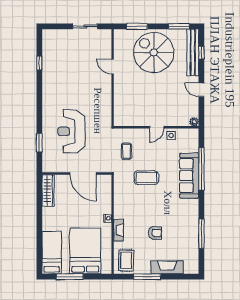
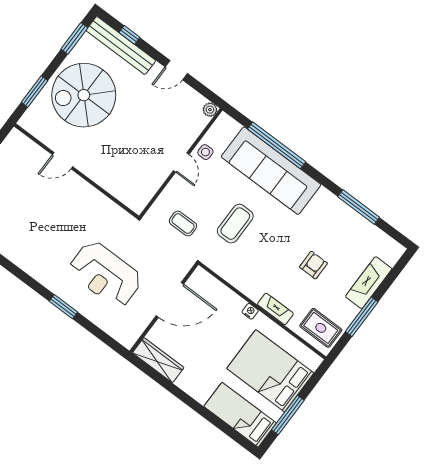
window: (39, 143) -> (63, 307), moved
sofa: (189, 176) -> (271, 171), width x1.36, depth x1.27

